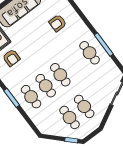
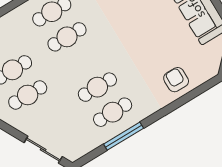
armchair: (58, 23) -> (176, 80), moved
cafe table: (60, 75) -> (97, 87), moved

